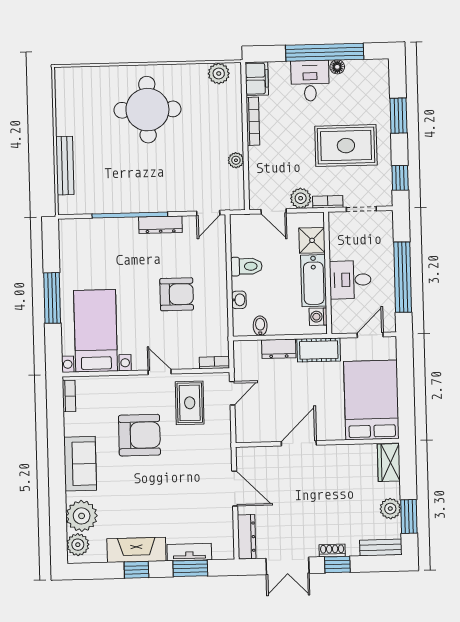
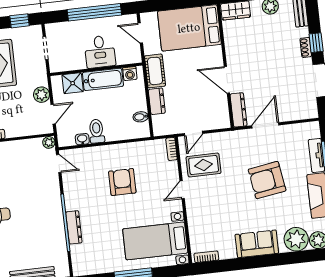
plant: (236, 160) -> (49, 142), moved
bookcase: (328, 202) -> (42, 74), removed
dresser: (160, 225) -> (74, 227), moved
washbasin: (239, 300) -> (82, 139), moved
door: (232, 393) -> (193, 133), swing flipped
armchair: (139, 435) -> (267, 180), moved, turned -99
dresser: (247, 537) -> (239, 110), moved, turned 90

